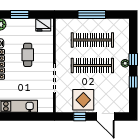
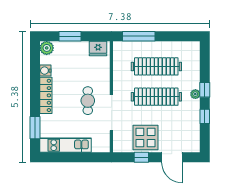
window: (92, 14) -> (139, 36), moved
cafe table: (28, 55) -> (88, 101), moved

